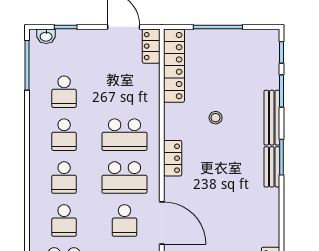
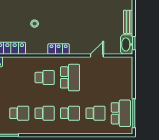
school desk: (124, 135) -> (45, 77), width x0.54
school desk: (124, 220) -> (95, 77), removed
door: (162, 223) -> (97, 55), width x0.53

